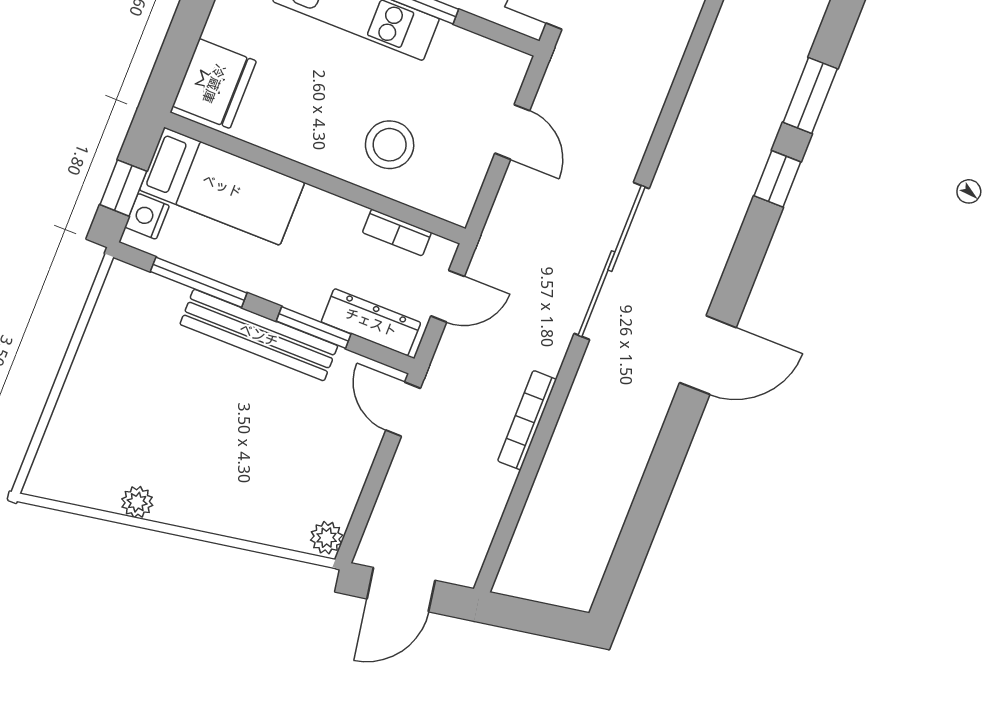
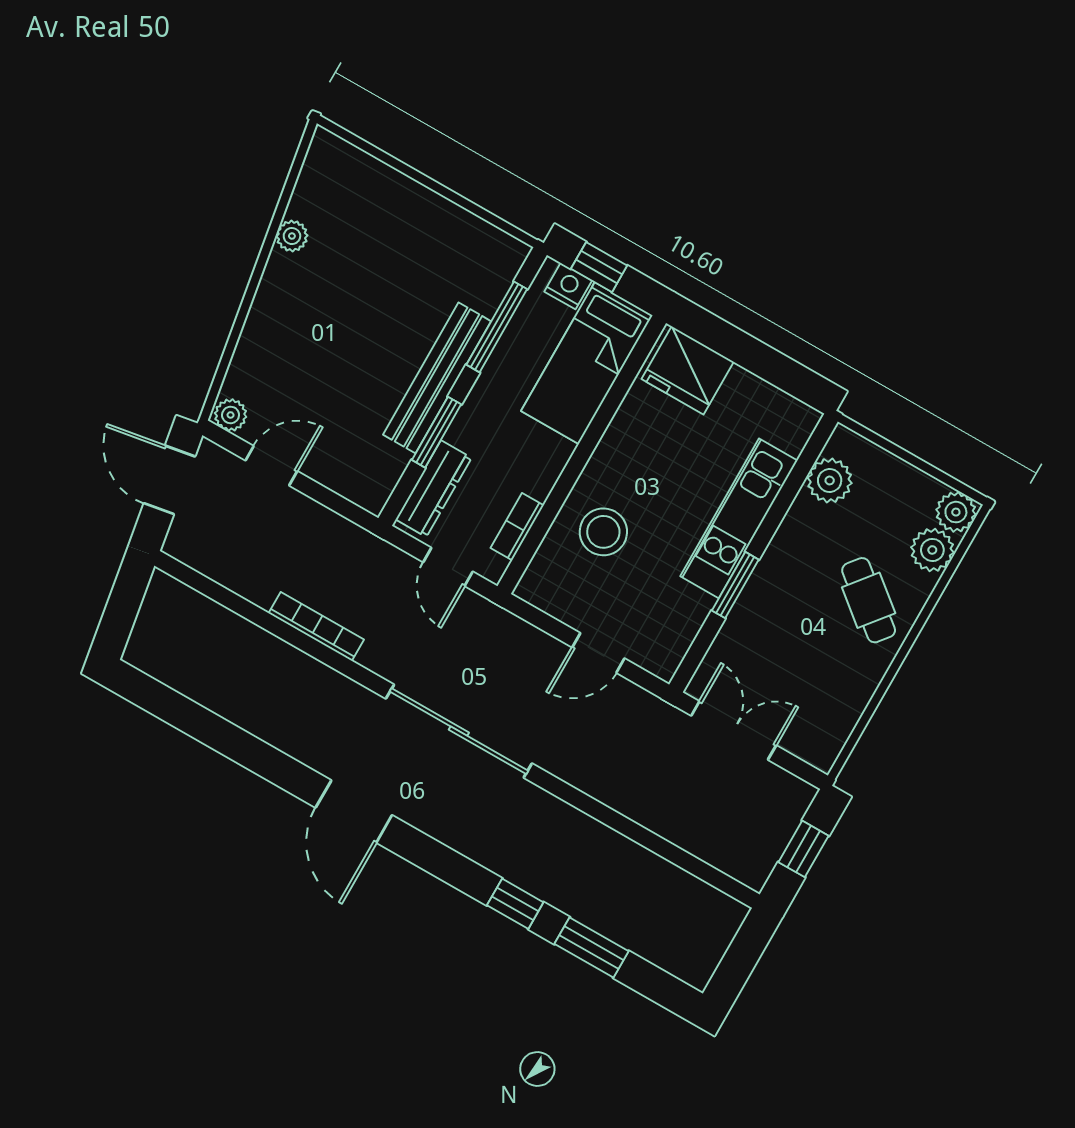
door: (403, 409) -> (271, 466), moved

